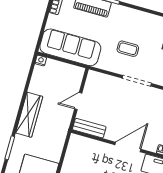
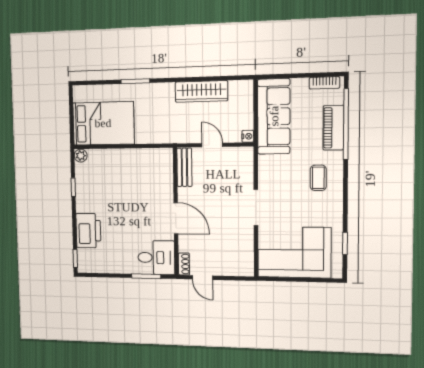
coffee table: (128, 49) -> (318, 178), moved
nightstand: (41, 61) -> (248, 136), moved
wardrobe: (29, 115) -> (201, 91), moved

